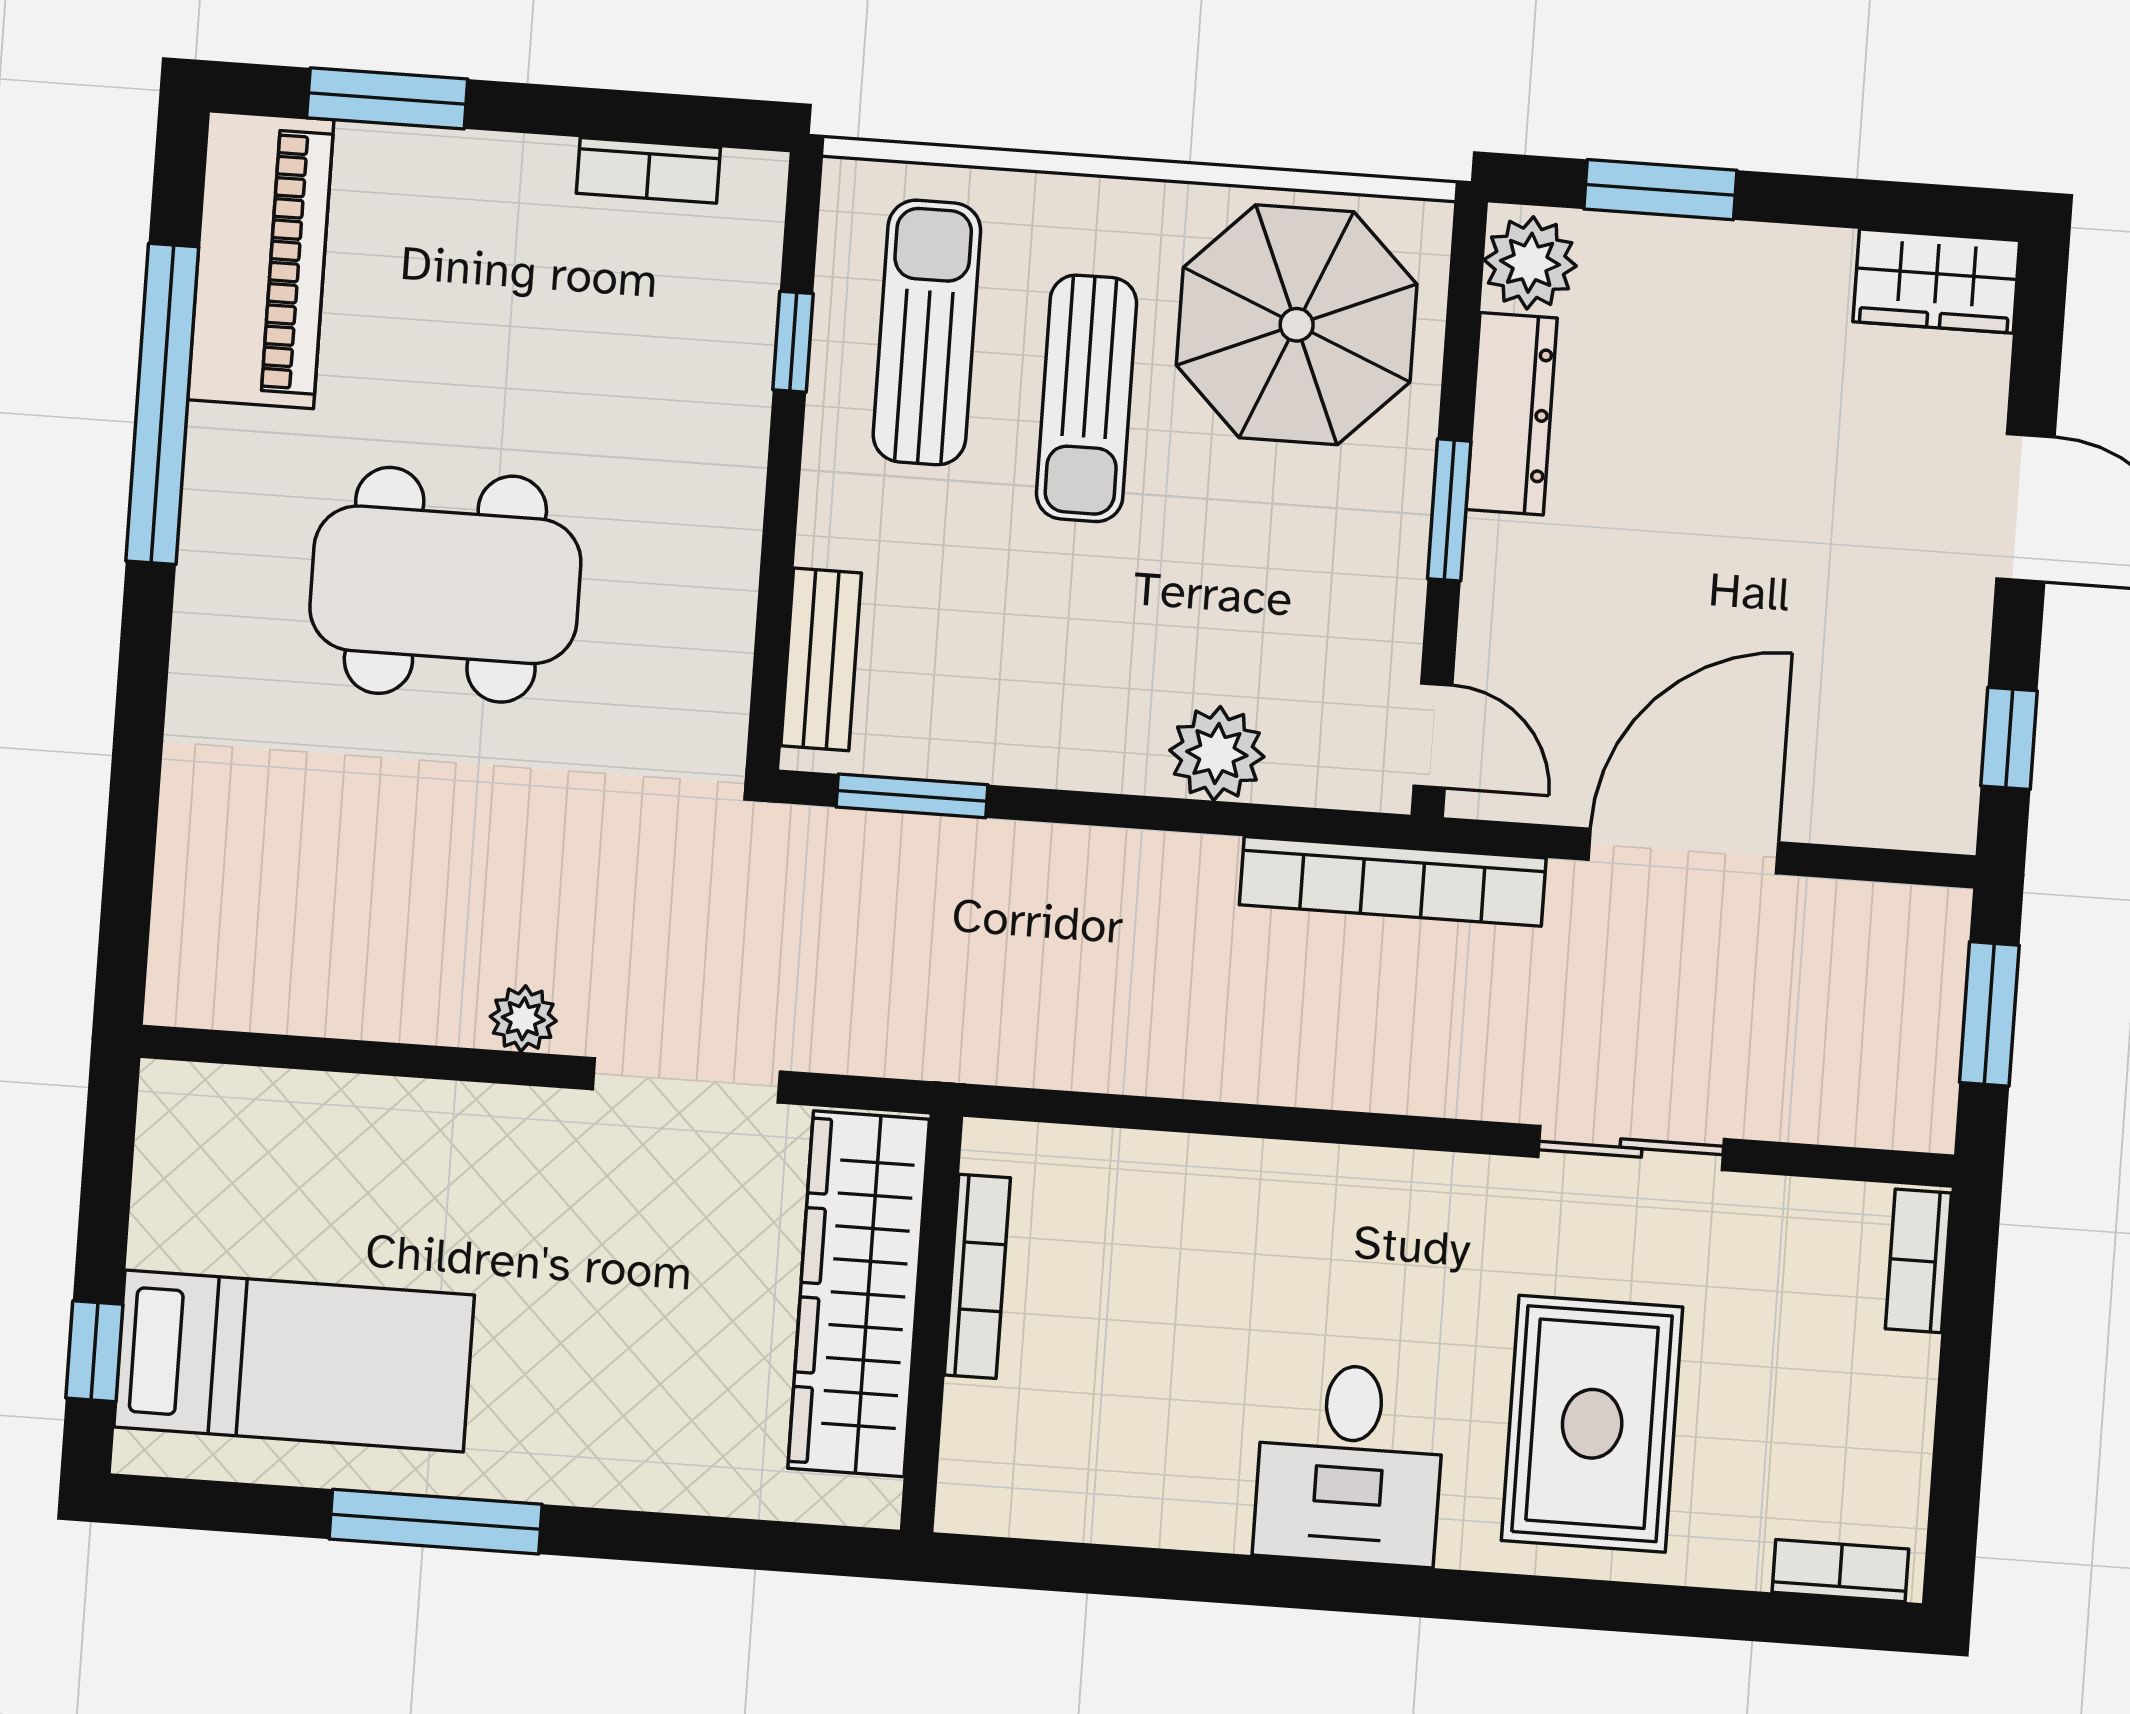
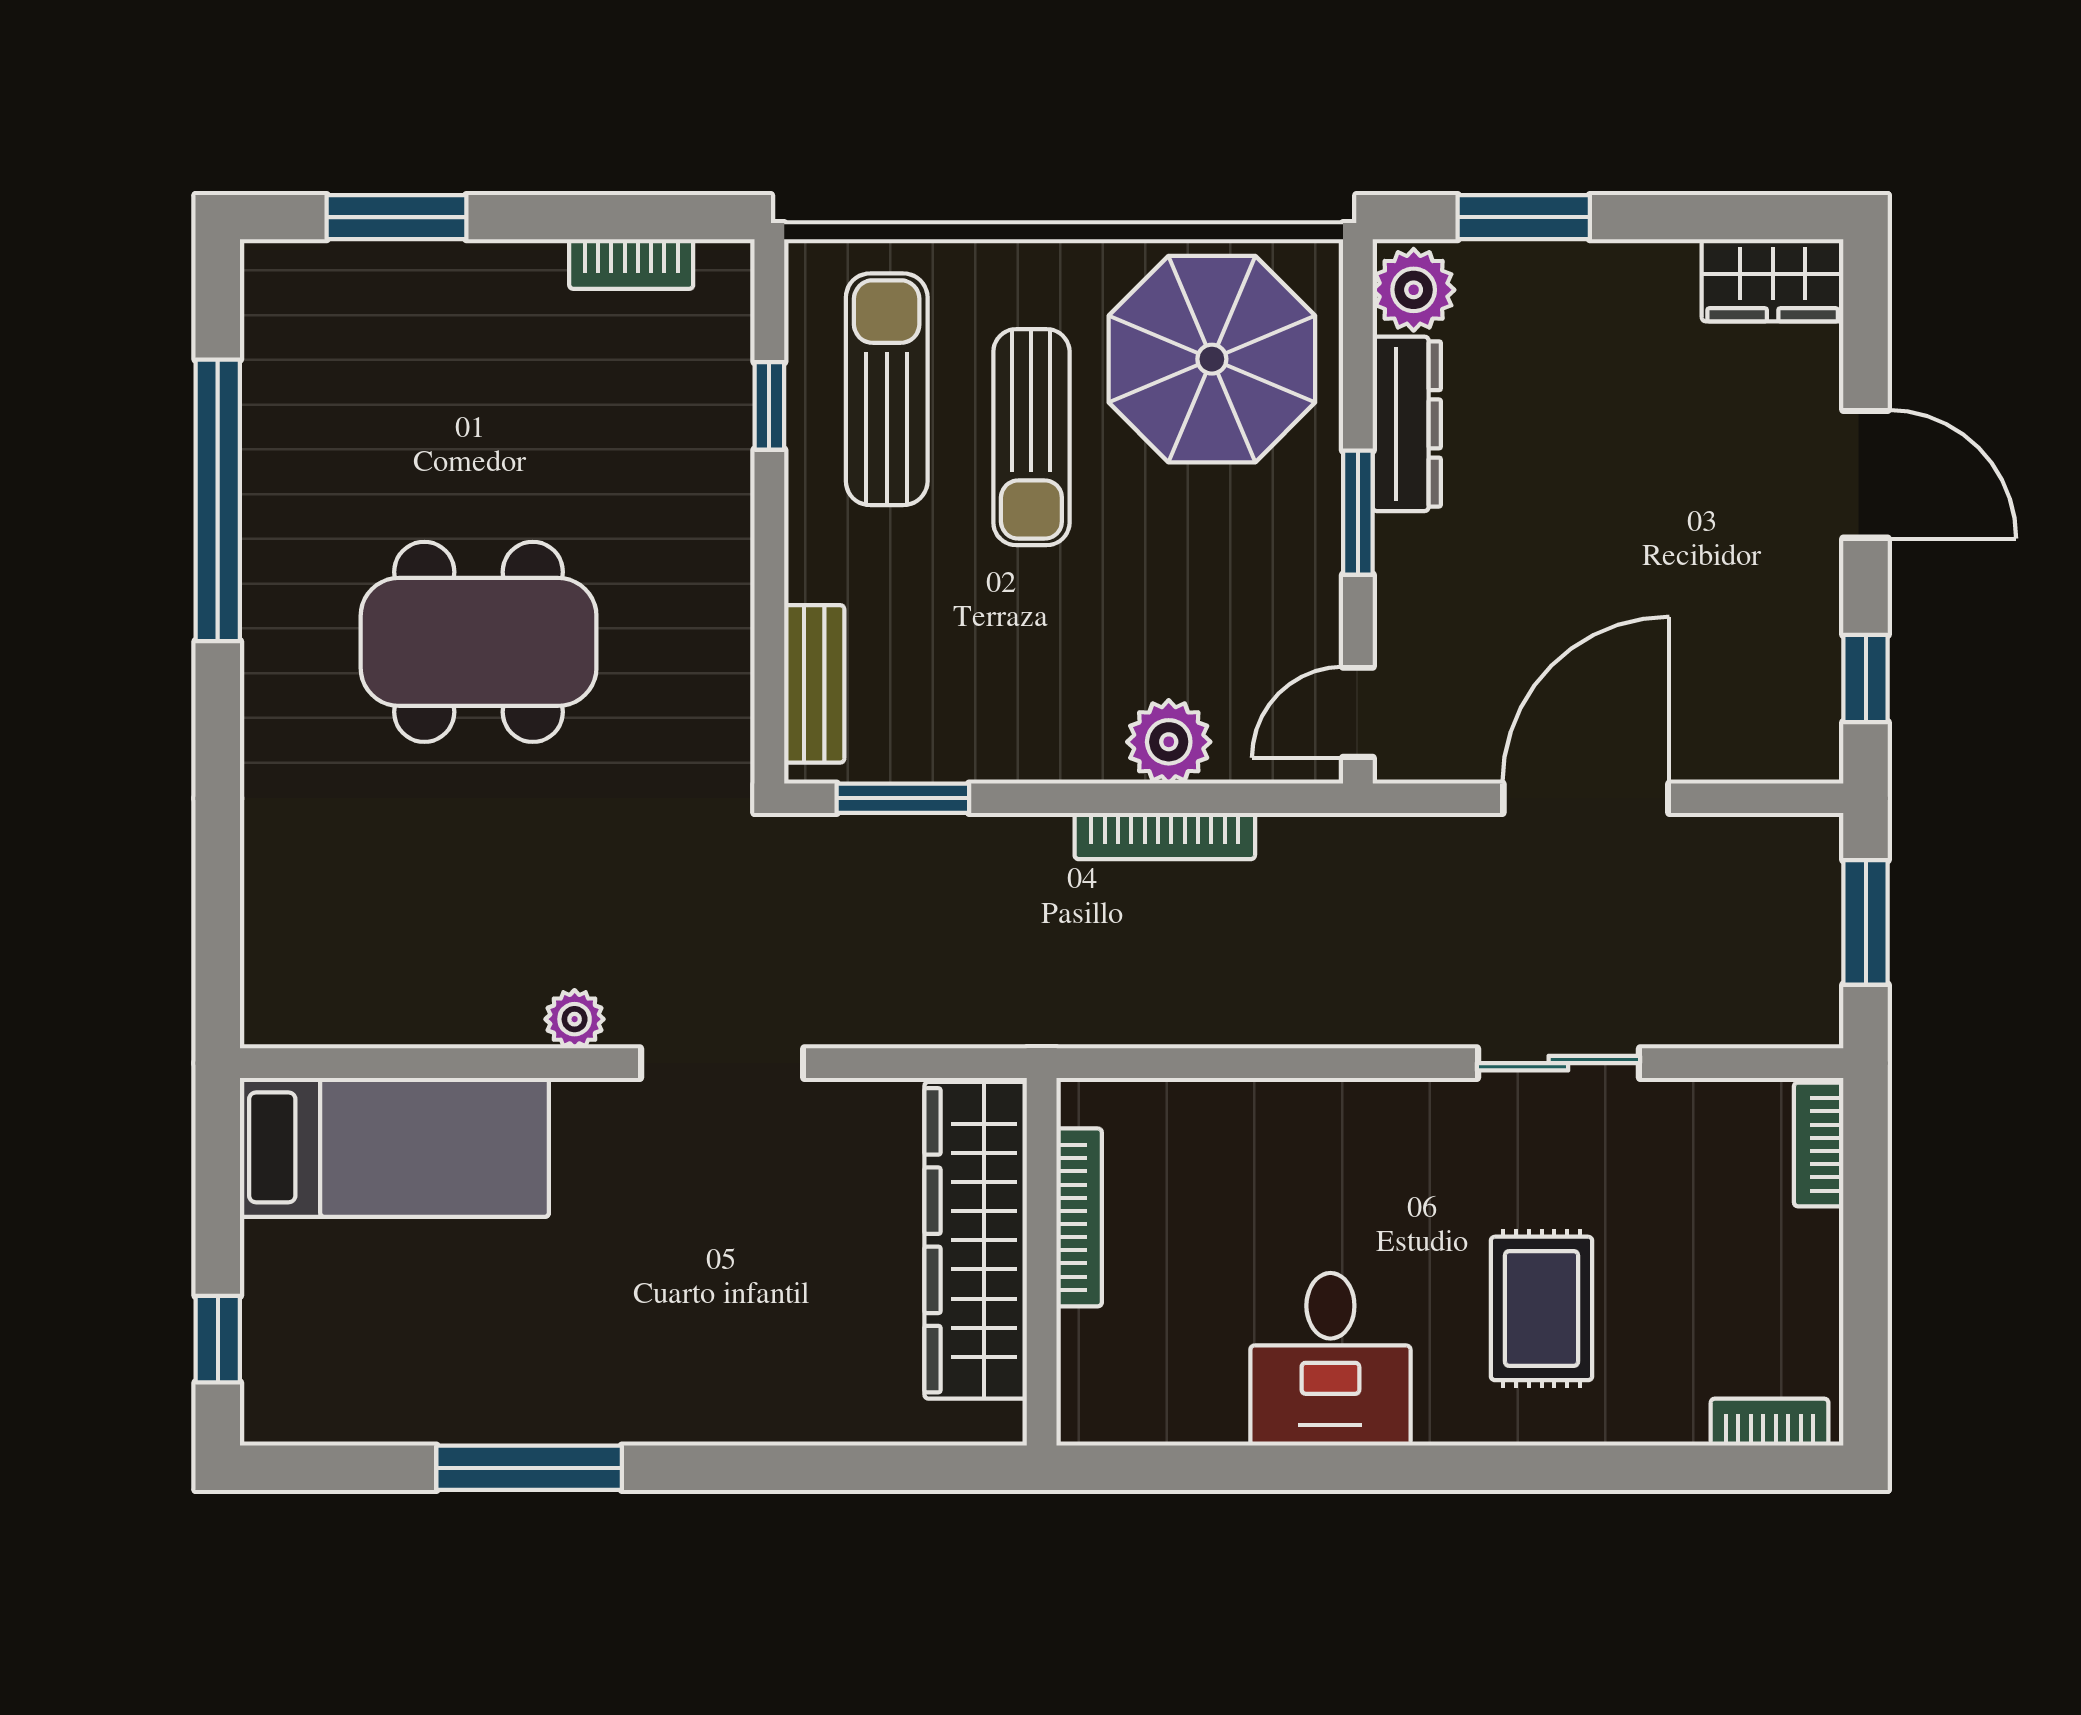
piano: (261, 260) -> (295, 367), removed
door: (1433, 736) -> (1358, 712), swing flipped
bookcase: (1393, 881) -> (1165, 836), moved, width x0.68, depth x0.76
bookcase: (977, 1276) -> (1079, 1217), moved
wardrobe: (859, 1294) -> (976, 1240), moved
wall: (931, 1323) -> (1042, 1262), moved
bed: (294, 1361) -> (394, 1147), moved
rug: (1592, 1424) -> (1542, 1308), width x0.73, depth x0.70

